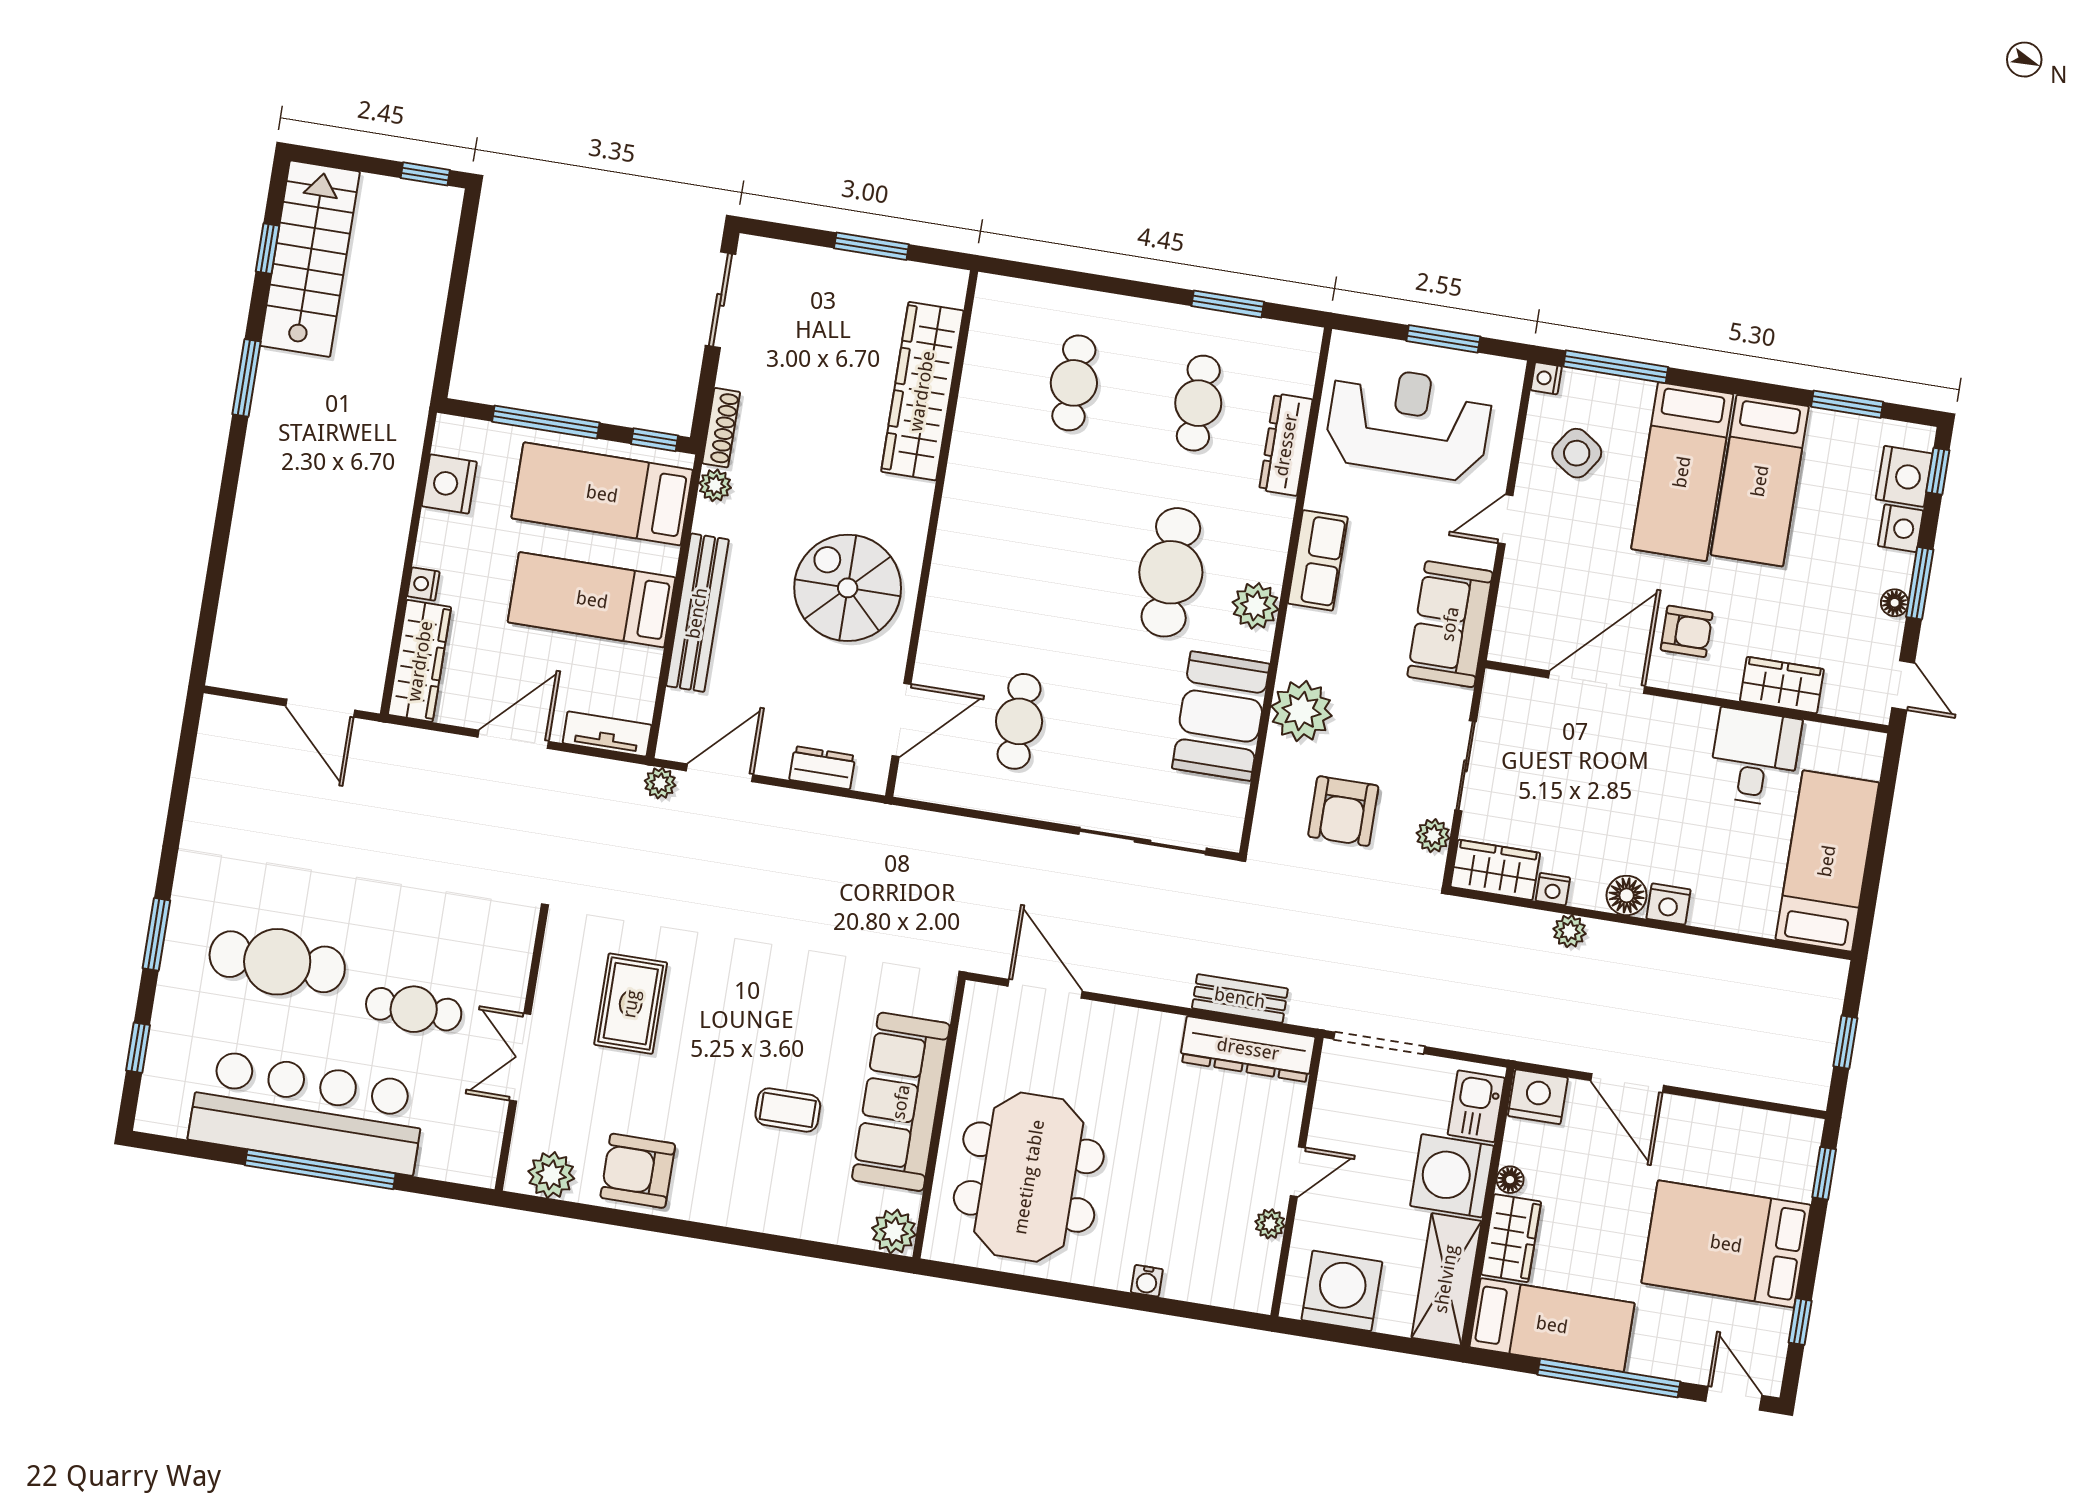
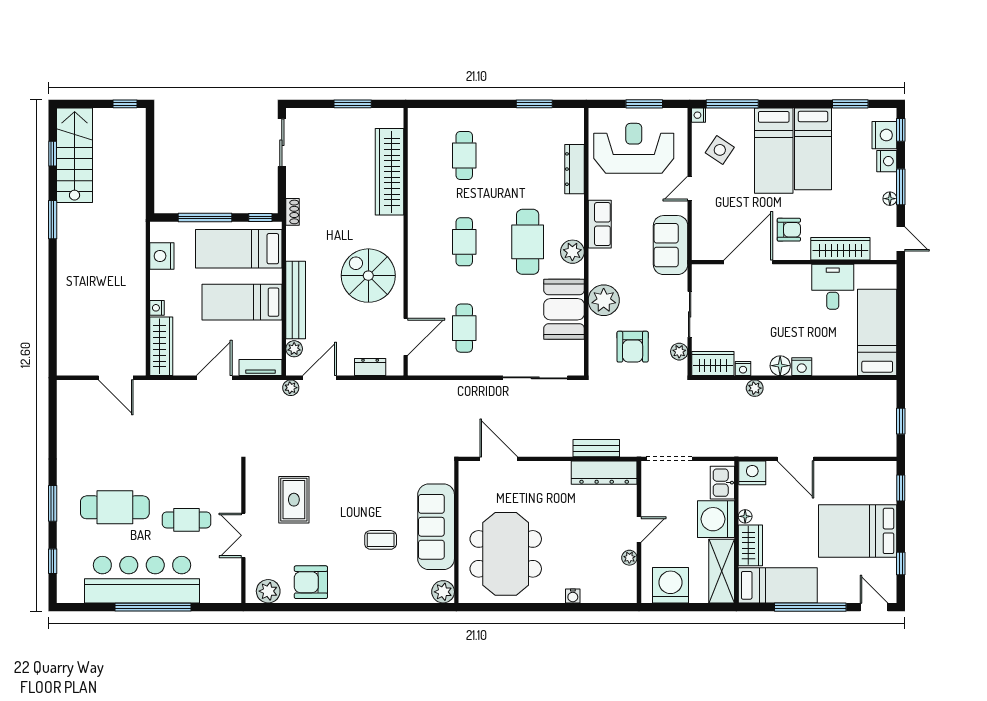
cafe table: (1198, 403) -> (464, 242), moved
shoe rack: (721, 428) -> (292, 212), width x0.70
plant: (715, 485) -> (294, 349), moved
wardrobe: (1782, 685) -> (840, 249), width x1.50

